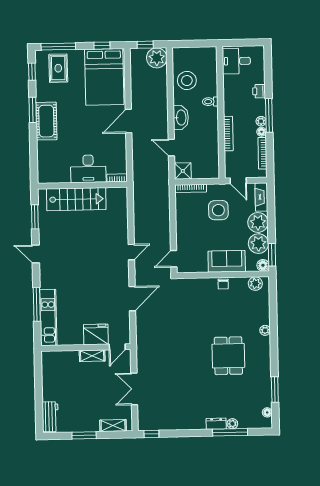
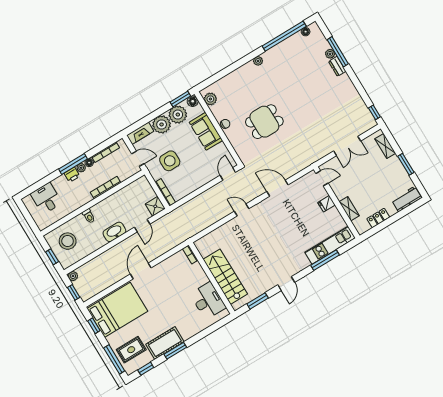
window: (191, 44) -> (52, 257), added
plant: (157, 58) -> (73, 276), width x0.53, depth x0.53
desk: (236, 61) -> (46, 198), moved, turned 180
stool: (187, 81) -> (68, 241), moved
printer: (259, 91) -> (72, 175), moved
cot: (46, 121) -> (165, 343), moved
door: (129, 121) -> (141, 271), swing flipped
desk: (88, 169) -> (208, 301), moved
door: (238, 181) -> (138, 159), hinge flipped
door: (174, 259) -> (228, 174), swing flipped
plant: (265, 330) -> (258, 61), moved
fridge: (96, 334) -> (326, 204), width x0.53, depth x0.75
shelving: (92, 356) -> (349, 209), moved
dining table: (228, 356) -> (264, 122), moved
locker: (48, 379) -> (378, 218), added
window: (275, 389) -> (284, 36), width x2.11

